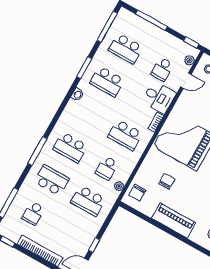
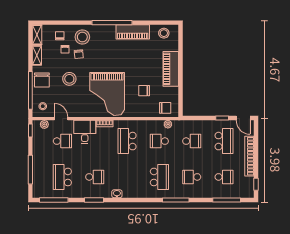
school desk: (126, 49) -> (62, 177), turned 180
school desk: (107, 82) -> (95, 177), width x0.54
school desk: (125, 135) -> (127, 141), turned 180
school desk: (107, 168) -> (159, 141), turned 180
school desk: (52, 180) -> (192, 177), width x0.54
school desk: (88, 201) -> (192, 141), width x0.54
school desk: (70, 234) -> (224, 141), added

